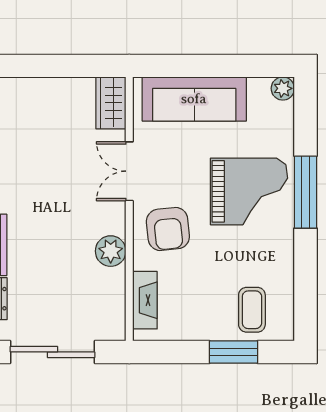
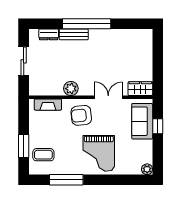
window: (191, 66) -> (158, 126), added
sofa: (194, 99) -> (142, 121), width x0.73
window: (306, 192) -> (66, 180), moved
sliding door: (53, 352) -> (24, 61), width x0.73

